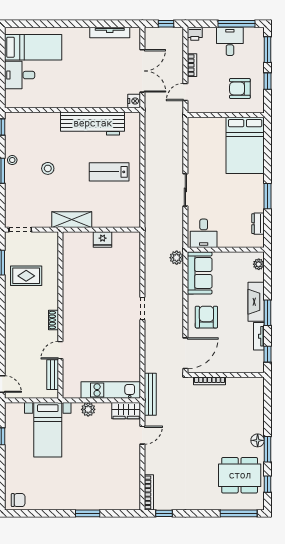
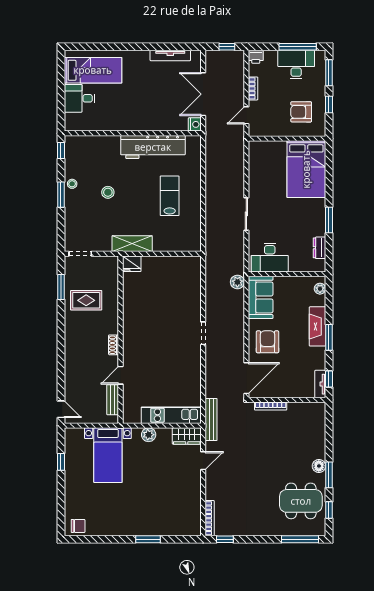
desk: (230, 41) -> (296, 64), width x1.37
double door: (142, 71) -> (203, 94), swing flipped
lab bench: (109, 172) -> (170, 196), turned 90
desk: (204, 233) -> (270, 258), width x1.37
fridge: (103, 239) -> (132, 264), moved
tv unit: (259, 336) -> (320, 384), moved

